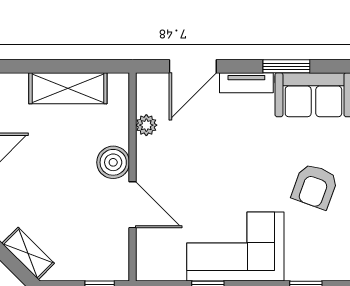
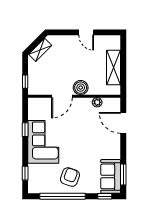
window: (286, 66) -> (123, 175), moved
tv unit: (246, 83) -> (116, 147), removed
armchair: (315, 186) -> (70, 177), turned 90

